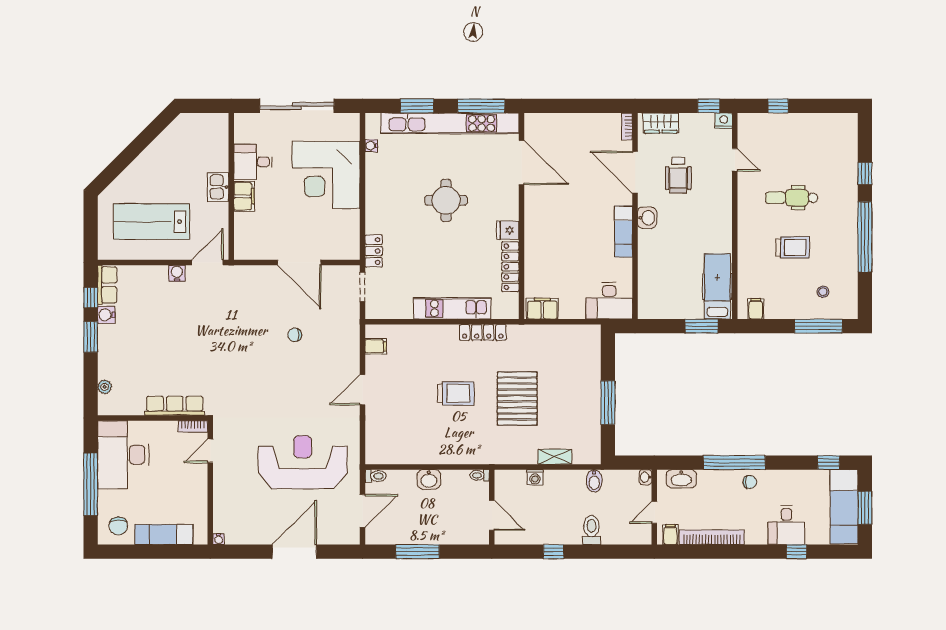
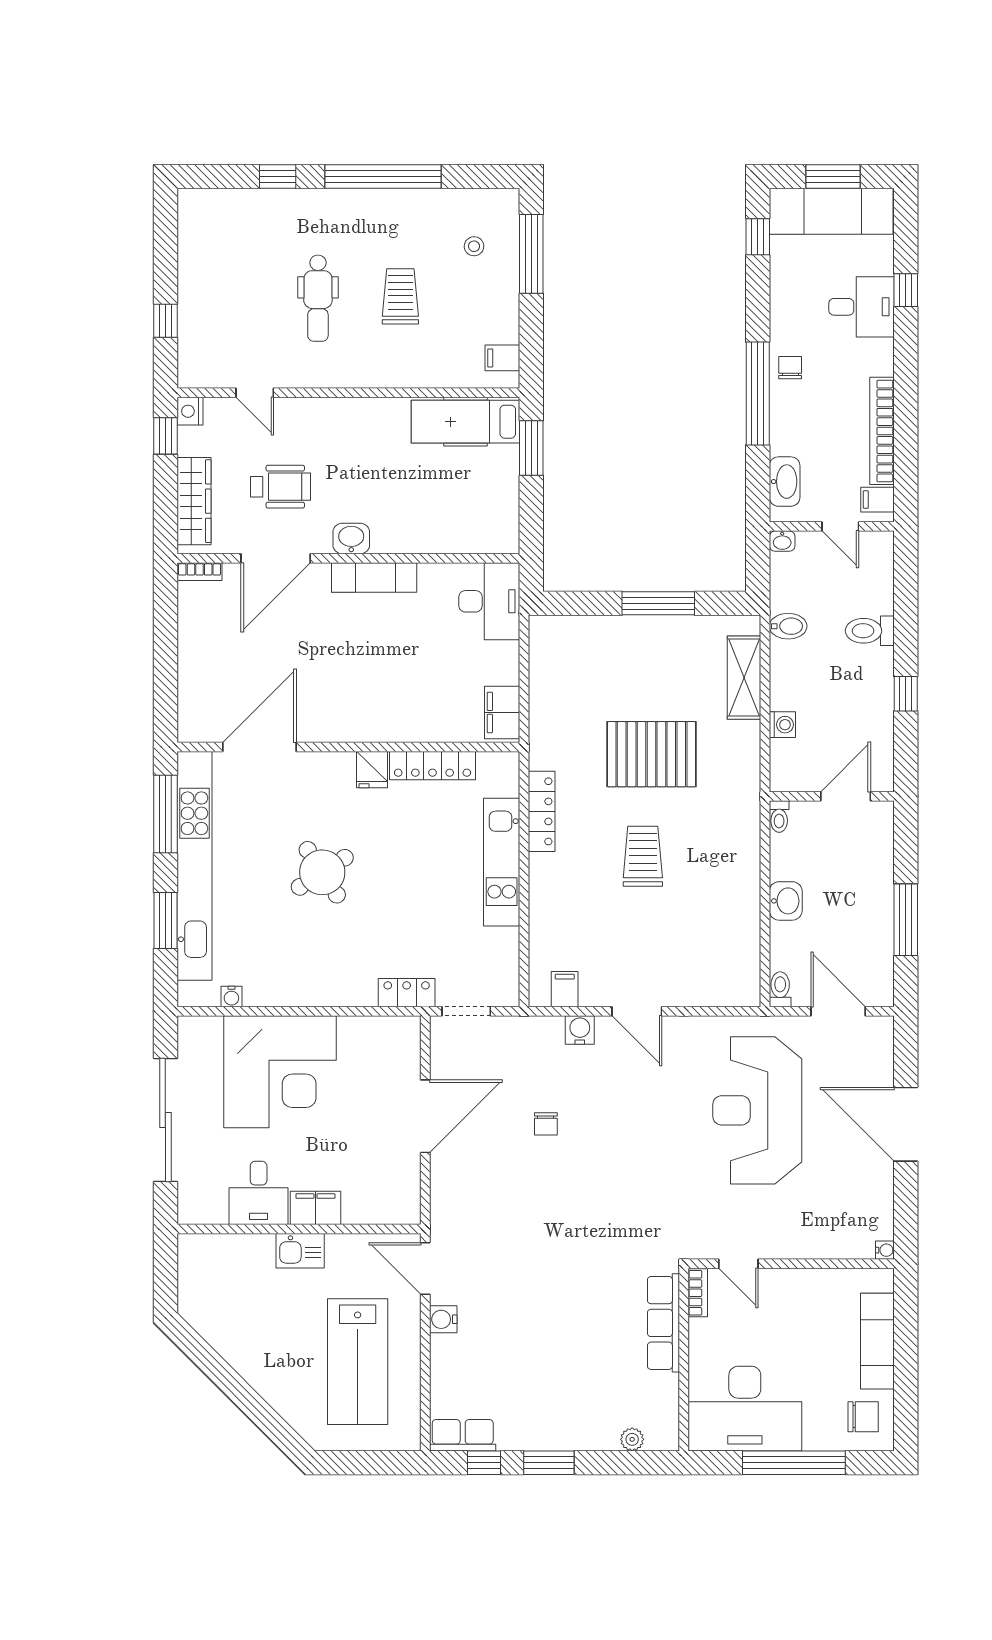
wardrobe: (661, 123) -> (194, 501), width x1.50
door: (735, 160) -> (255, 393), swing flipped
round table: (446, 200) -> (322, 872), turned -33
water cooler: (106, 315) -> (580, 1030), moved, turned 180
shelving: (555, 457) -> (744, 678), width x1.50, depth x1.33

